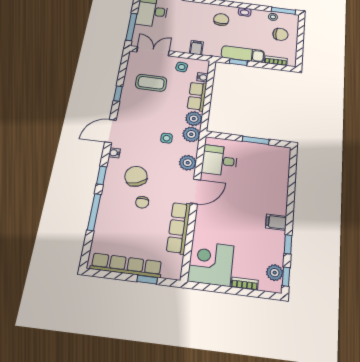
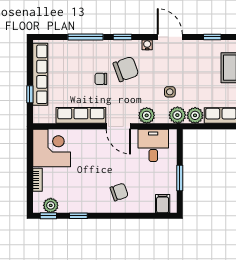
chair: (265, 200) -> (119, 192), added
filing cabinet: (276, 222) -> (163, 204), moved

